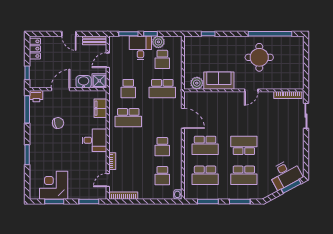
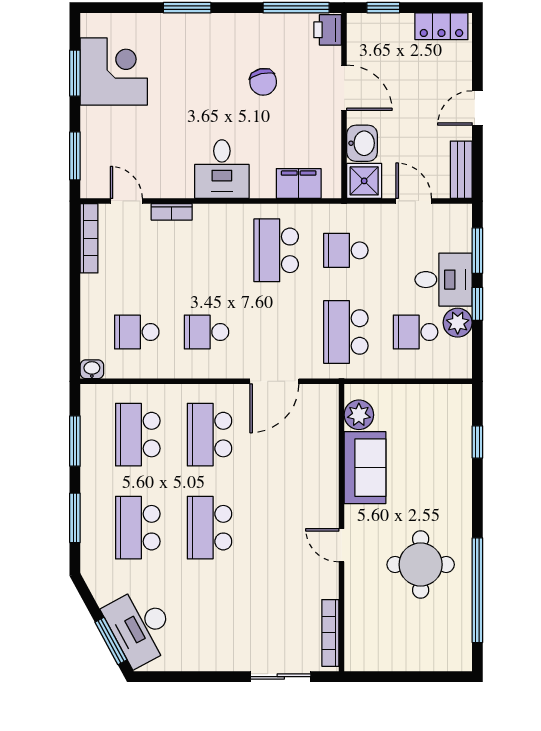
school desk: (244, 145) -> (210, 528), turned 180

